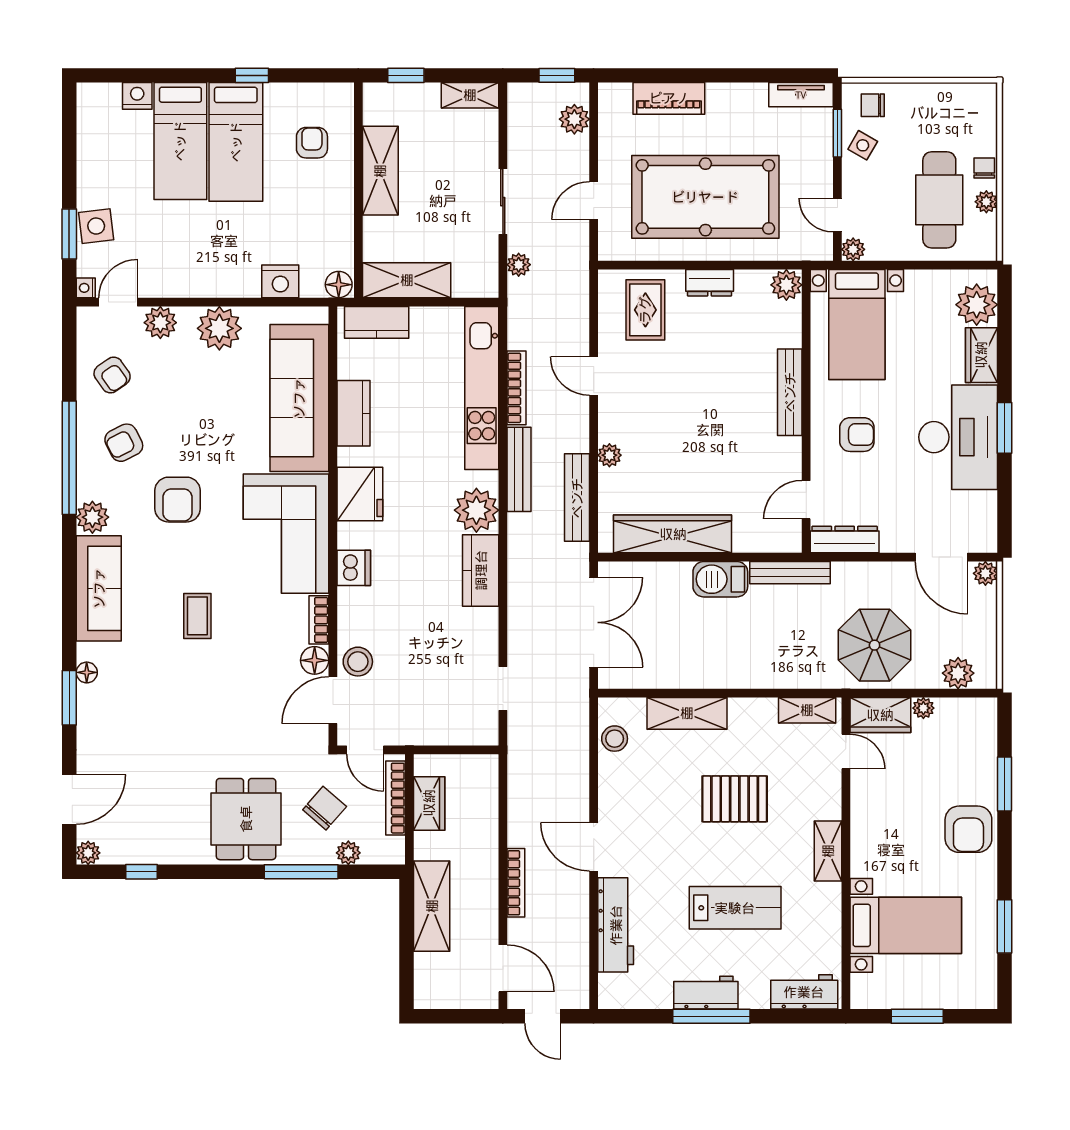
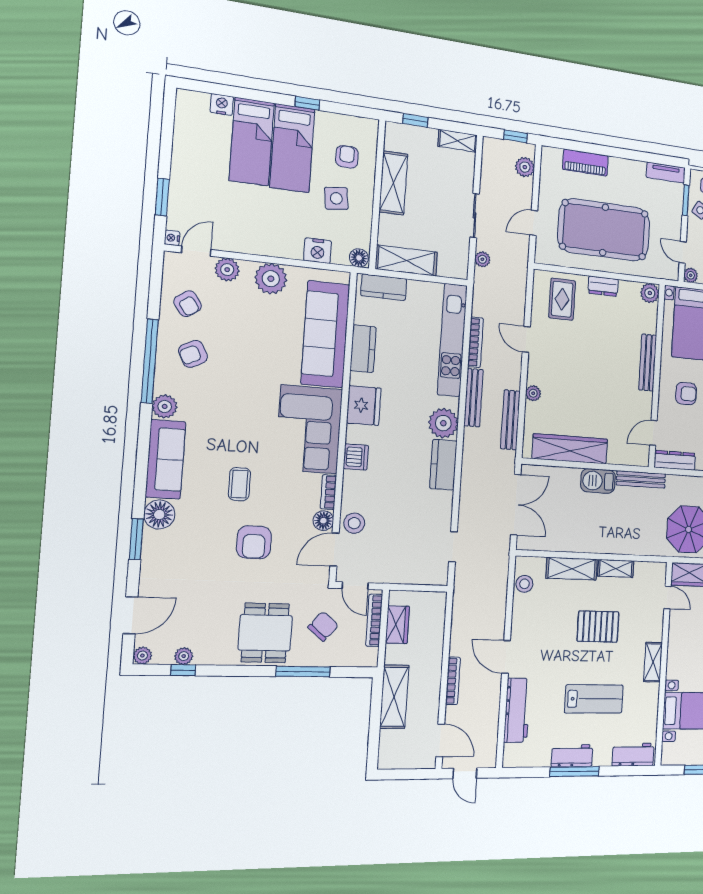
side table: (96, 226) -> (336, 198), moved
armchair: (177, 500) -> (254, 542), moved
floor lamp: (87, 672) -> (159, 514), width x1.89, depth x1.89
shelving: (807, 710) -> (616, 568), moved
plant: (348, 853) -> (184, 656), moved

